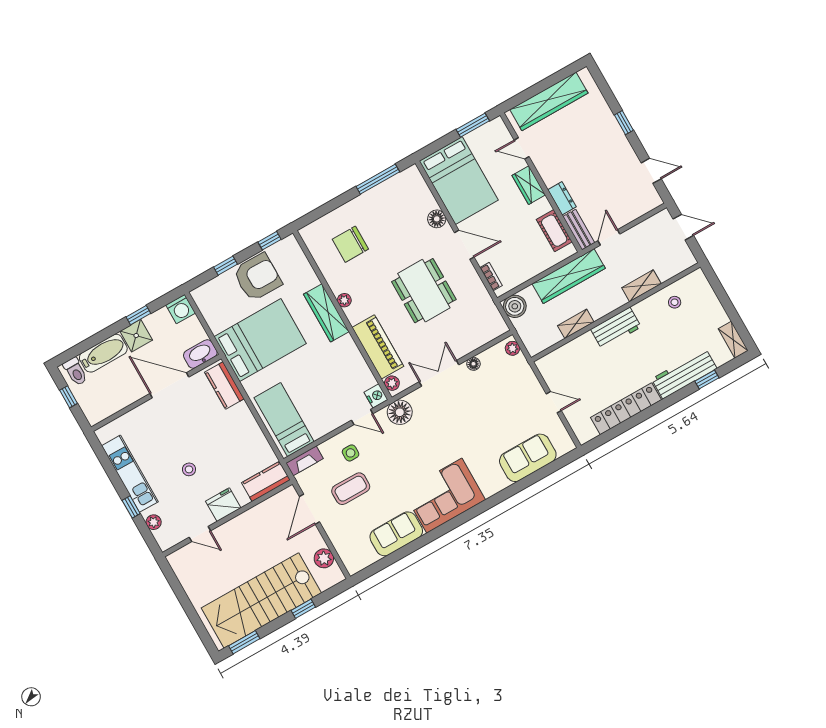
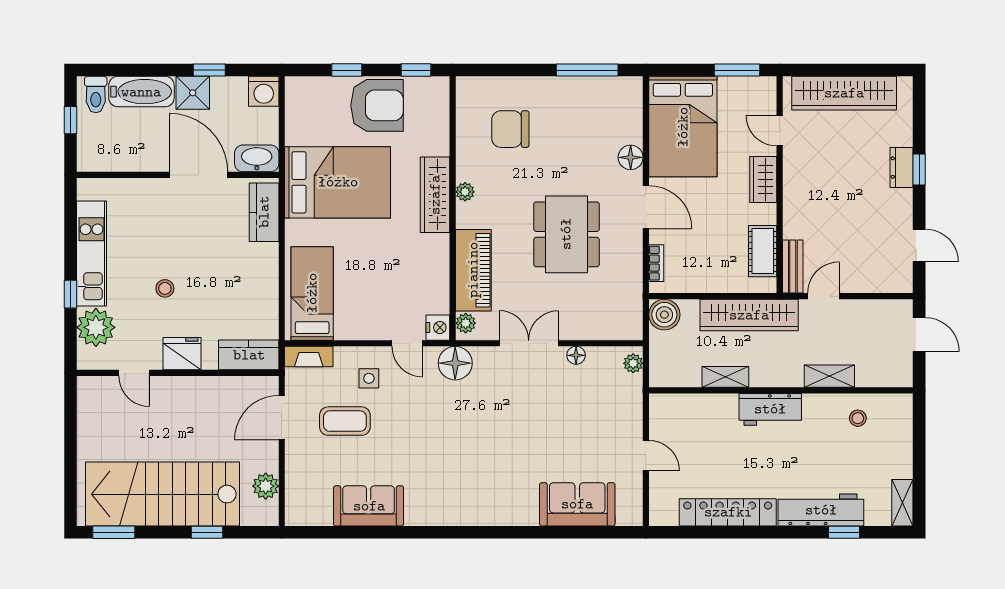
dresser: (562, 198) -> (902, 168), moved, turned 180
corner sofa: (444, 496) -> (452, 493), removed
plant: (154, 522) -> (96, 327), width x1.87, depth x1.87

